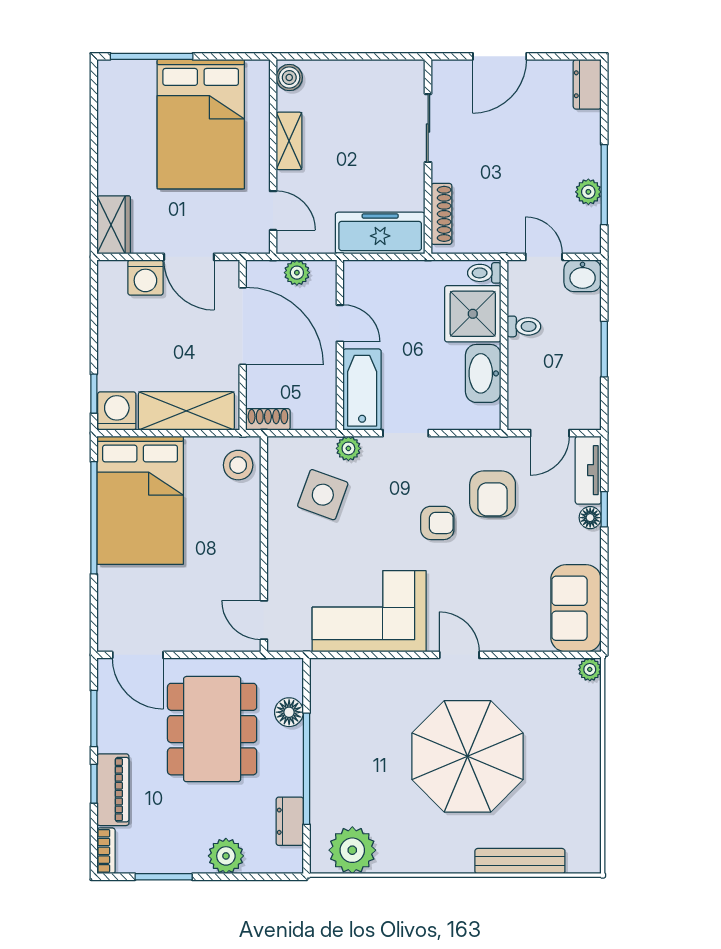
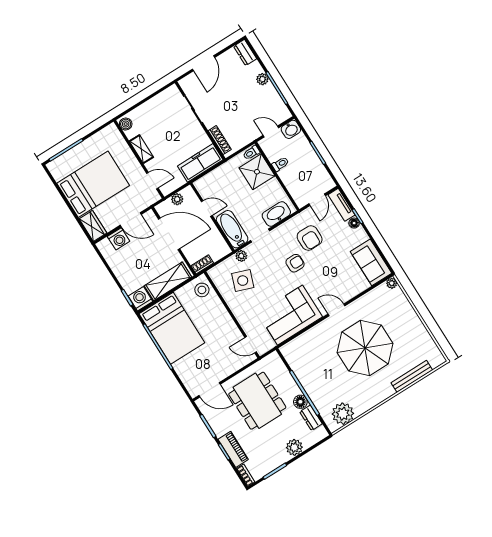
bed: (201, 124) -> (93, 184), moved, turned -90
plant: (588, 192) -> (262, 79), moved
washbasin: (483, 373) -> (276, 214), moved, turned 90
floor lamp: (289, 712) -> (300, 402), moved

